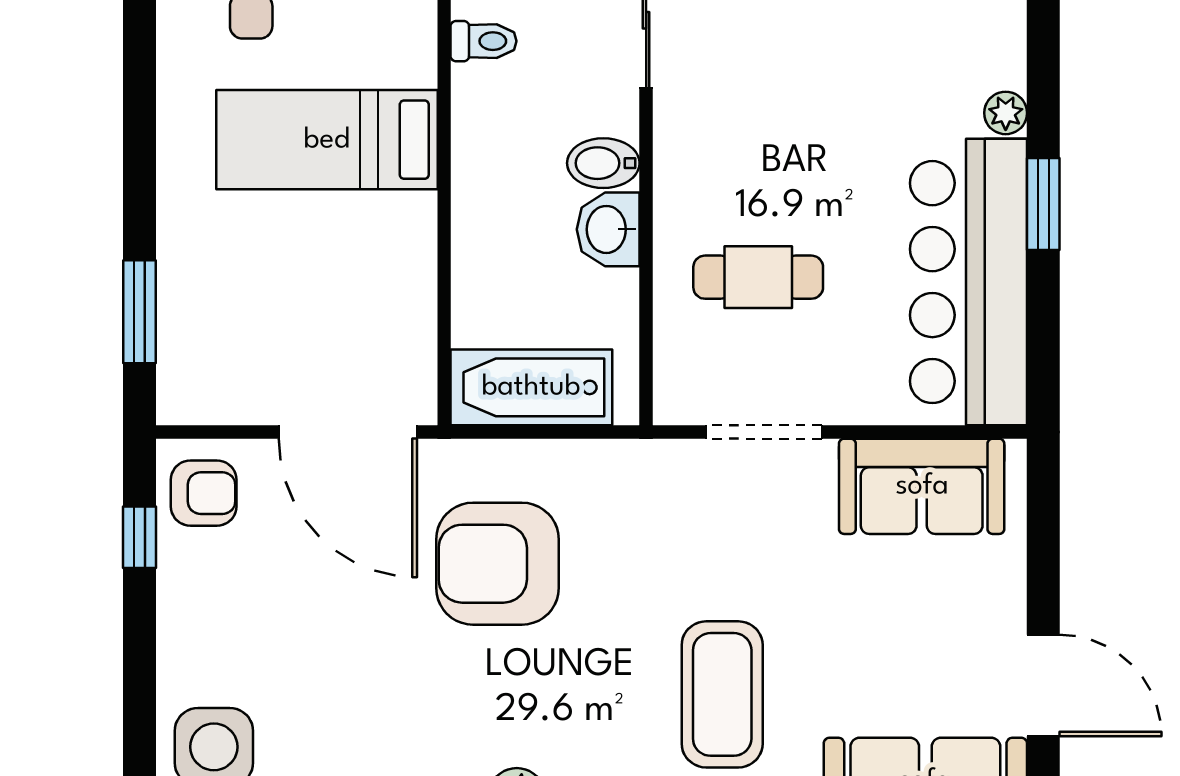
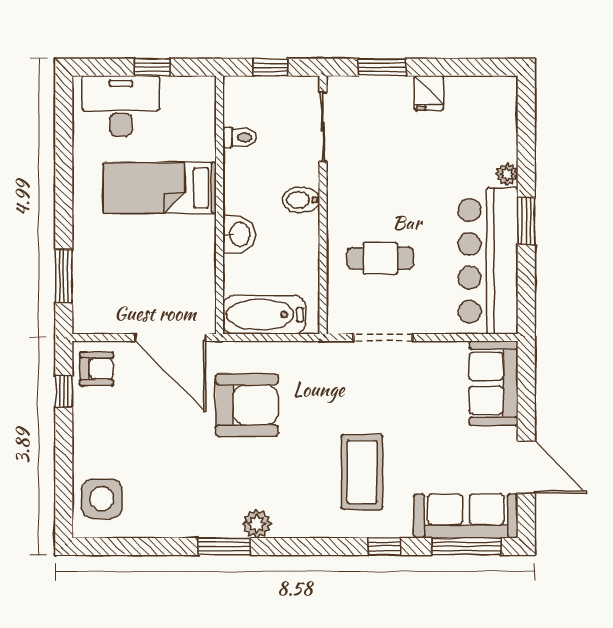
washbasin: (608, 229) -> (239, 234), moved, turned 180
sofa: (922, 486) -> (493, 383), moved, turned 90
armchair: (497, 564) -> (247, 405), turned 180

